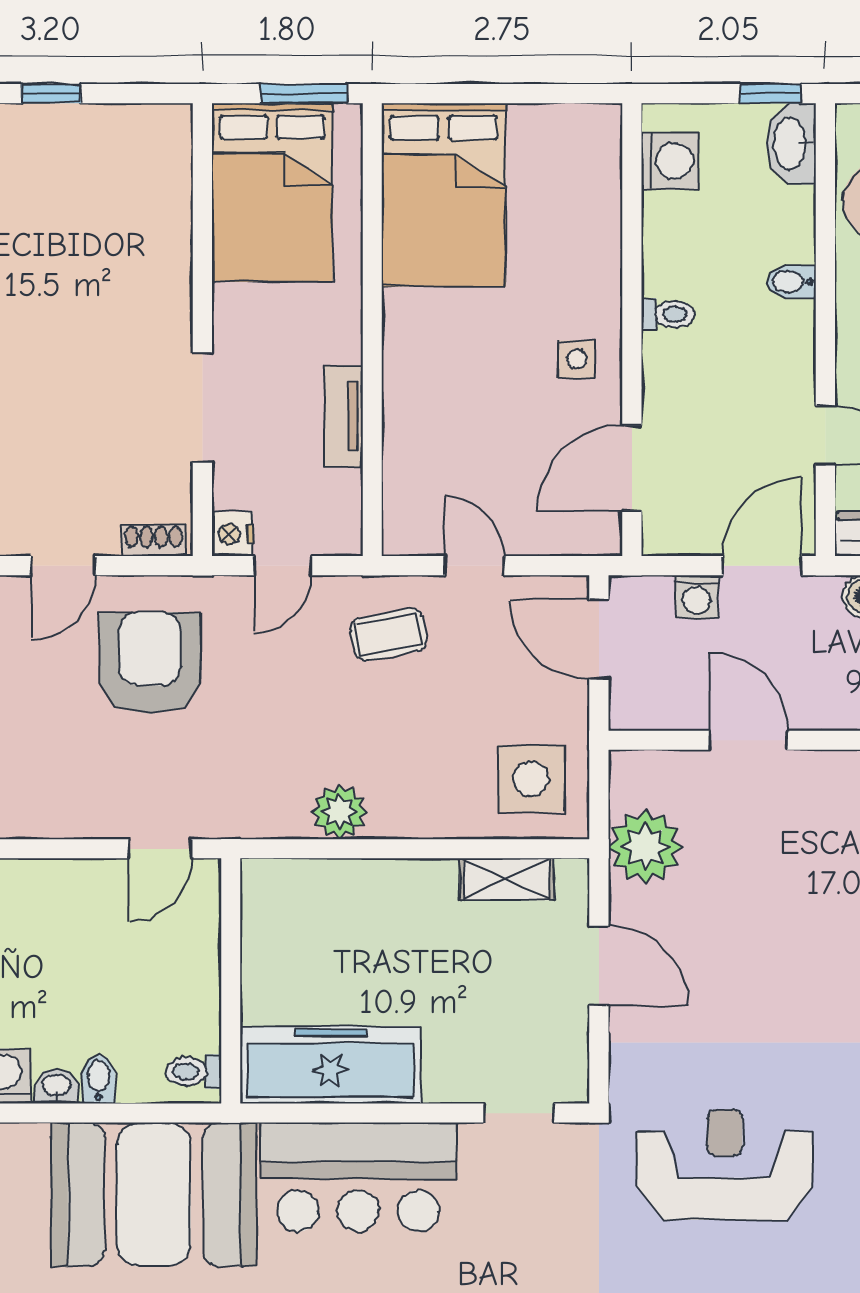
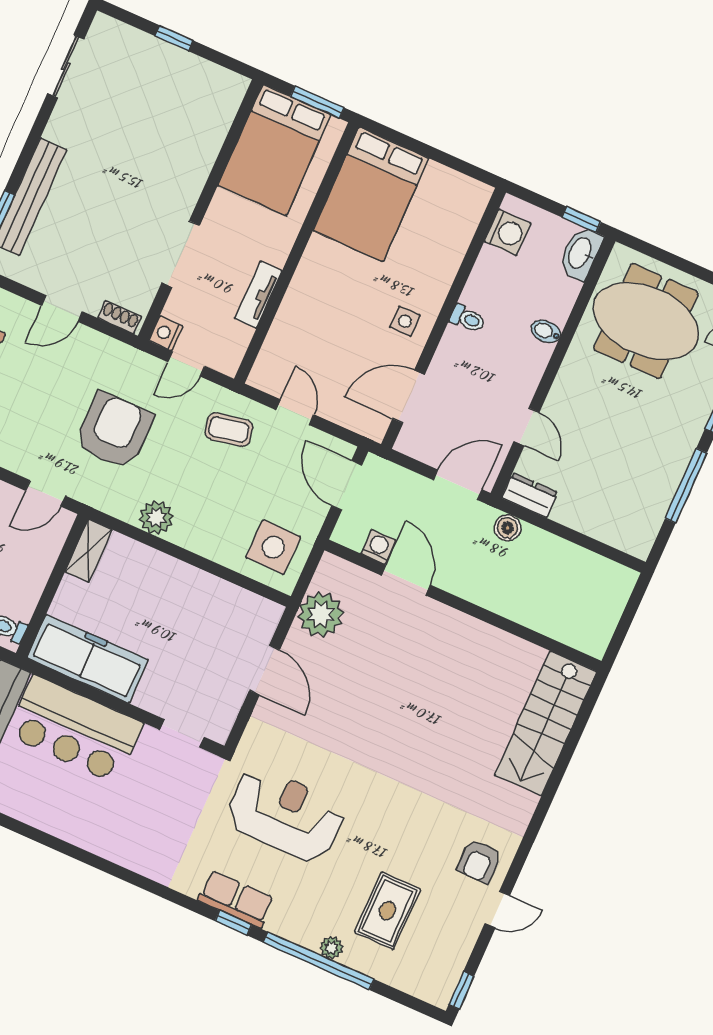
washing machine: (697, 597) -> (378, 547), moved, turned 180
armchair: (150, 663) -> (114, 431), moved
shelving: (507, 879) -> (89, 551), moved, turned 90

